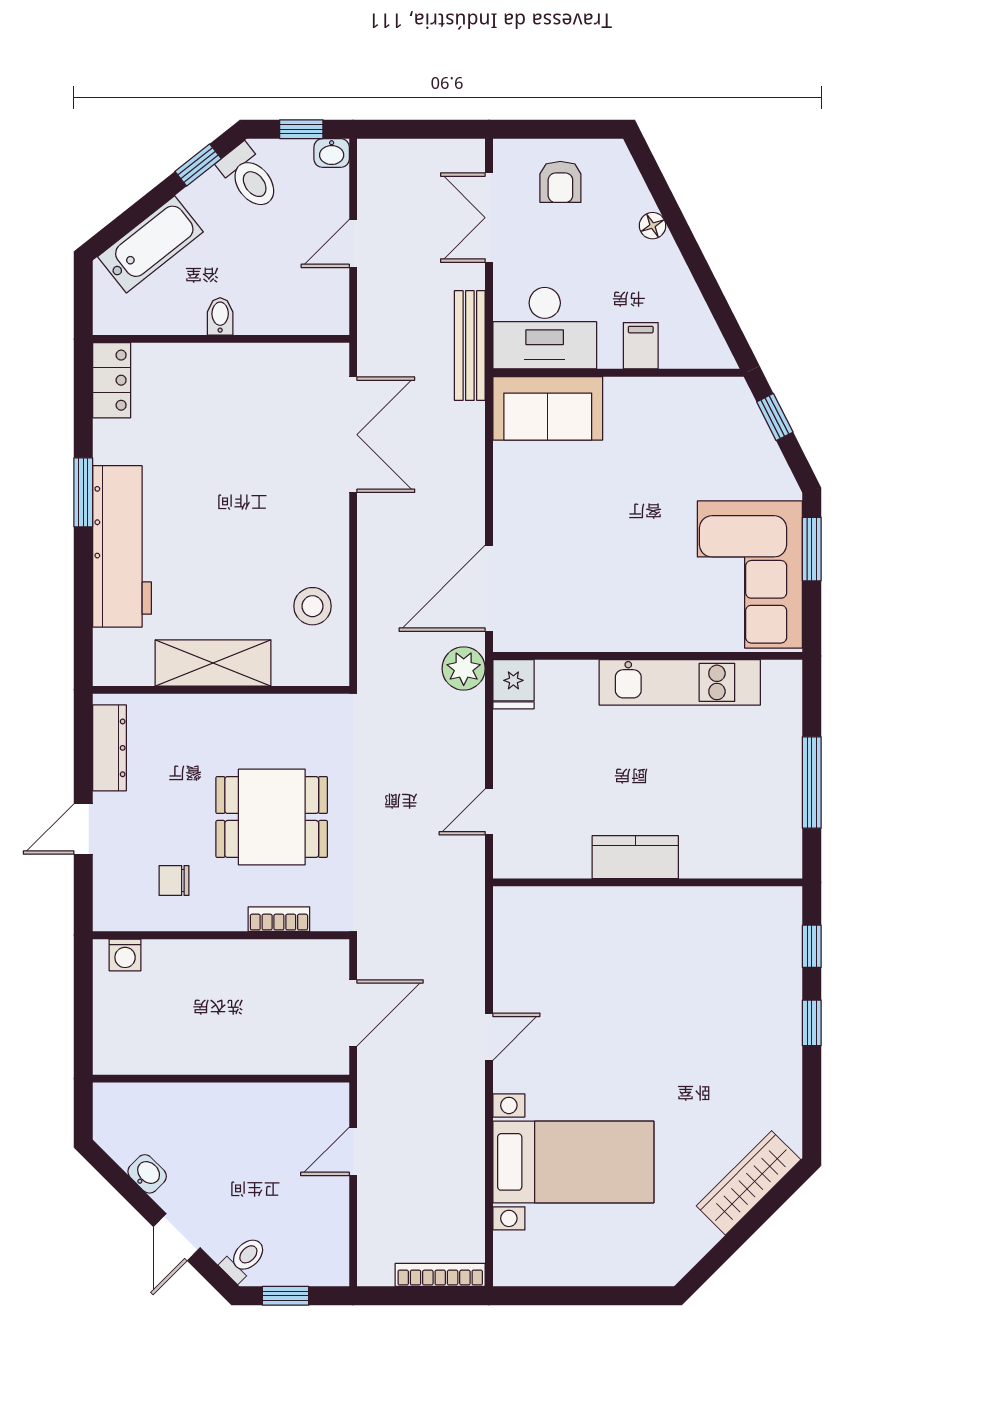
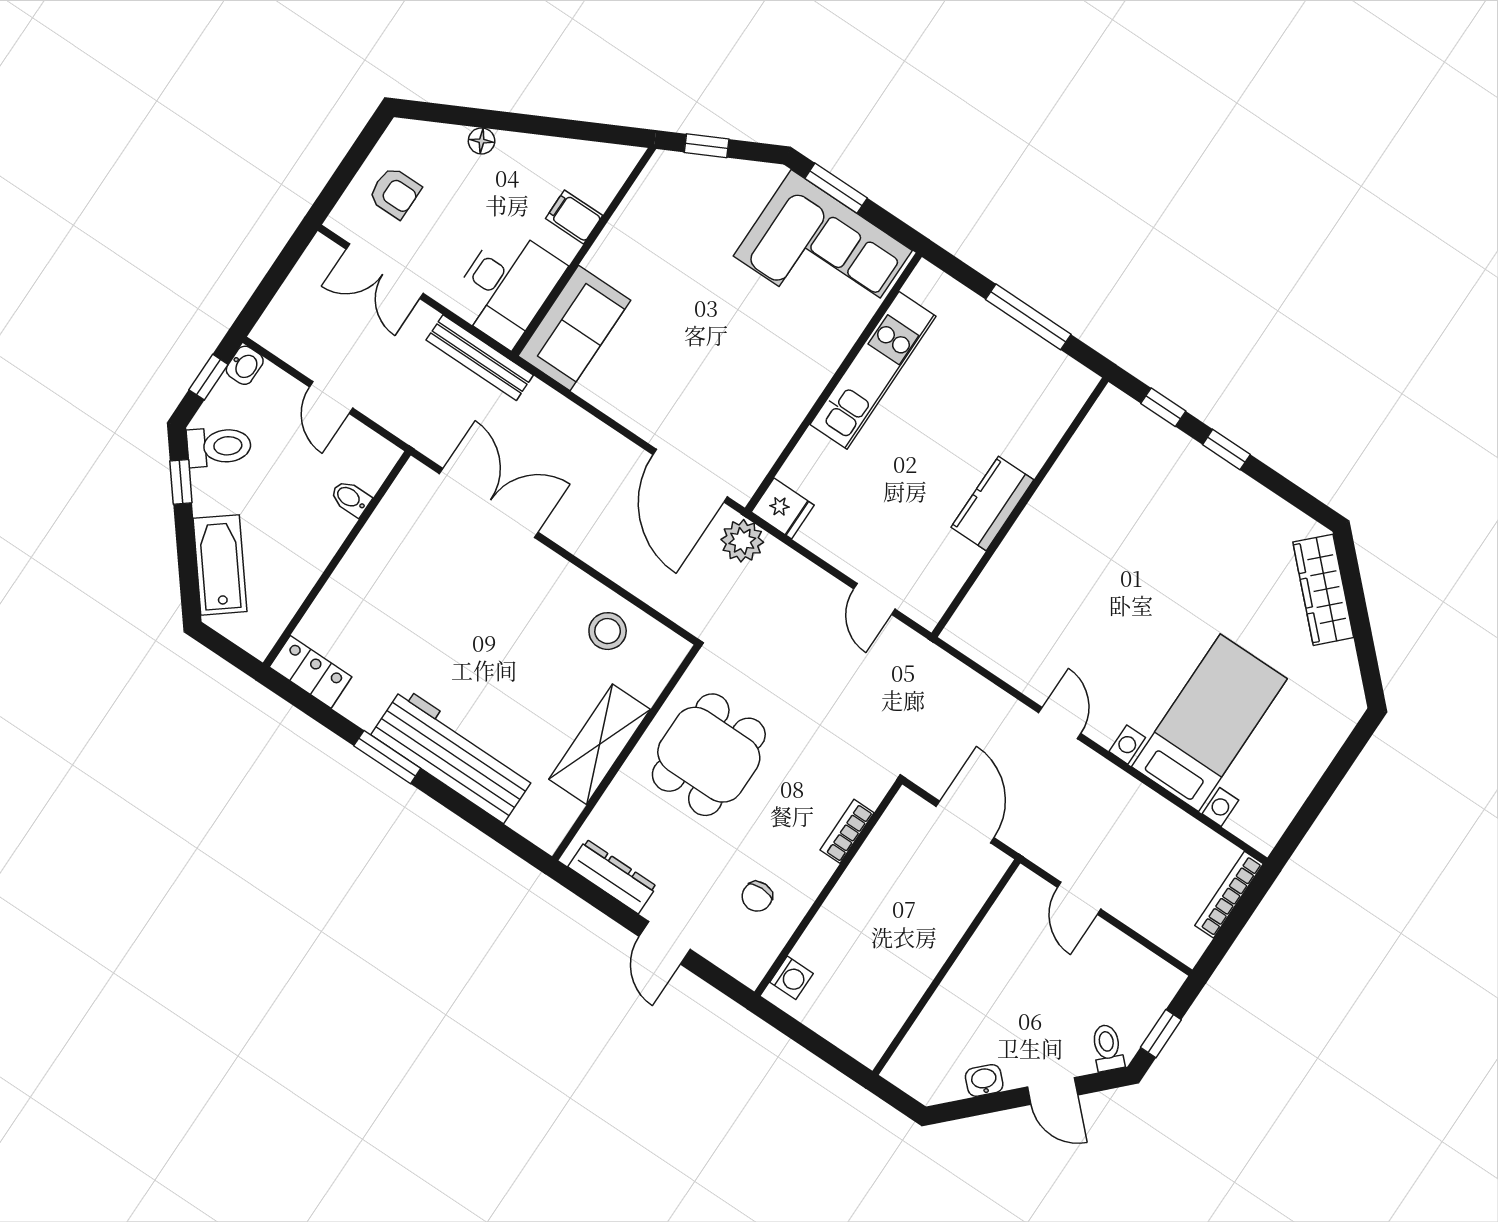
bidet: (220, 316) -> (351, 498), moved
dining table: (272, 817) -> (709, 755), moved

